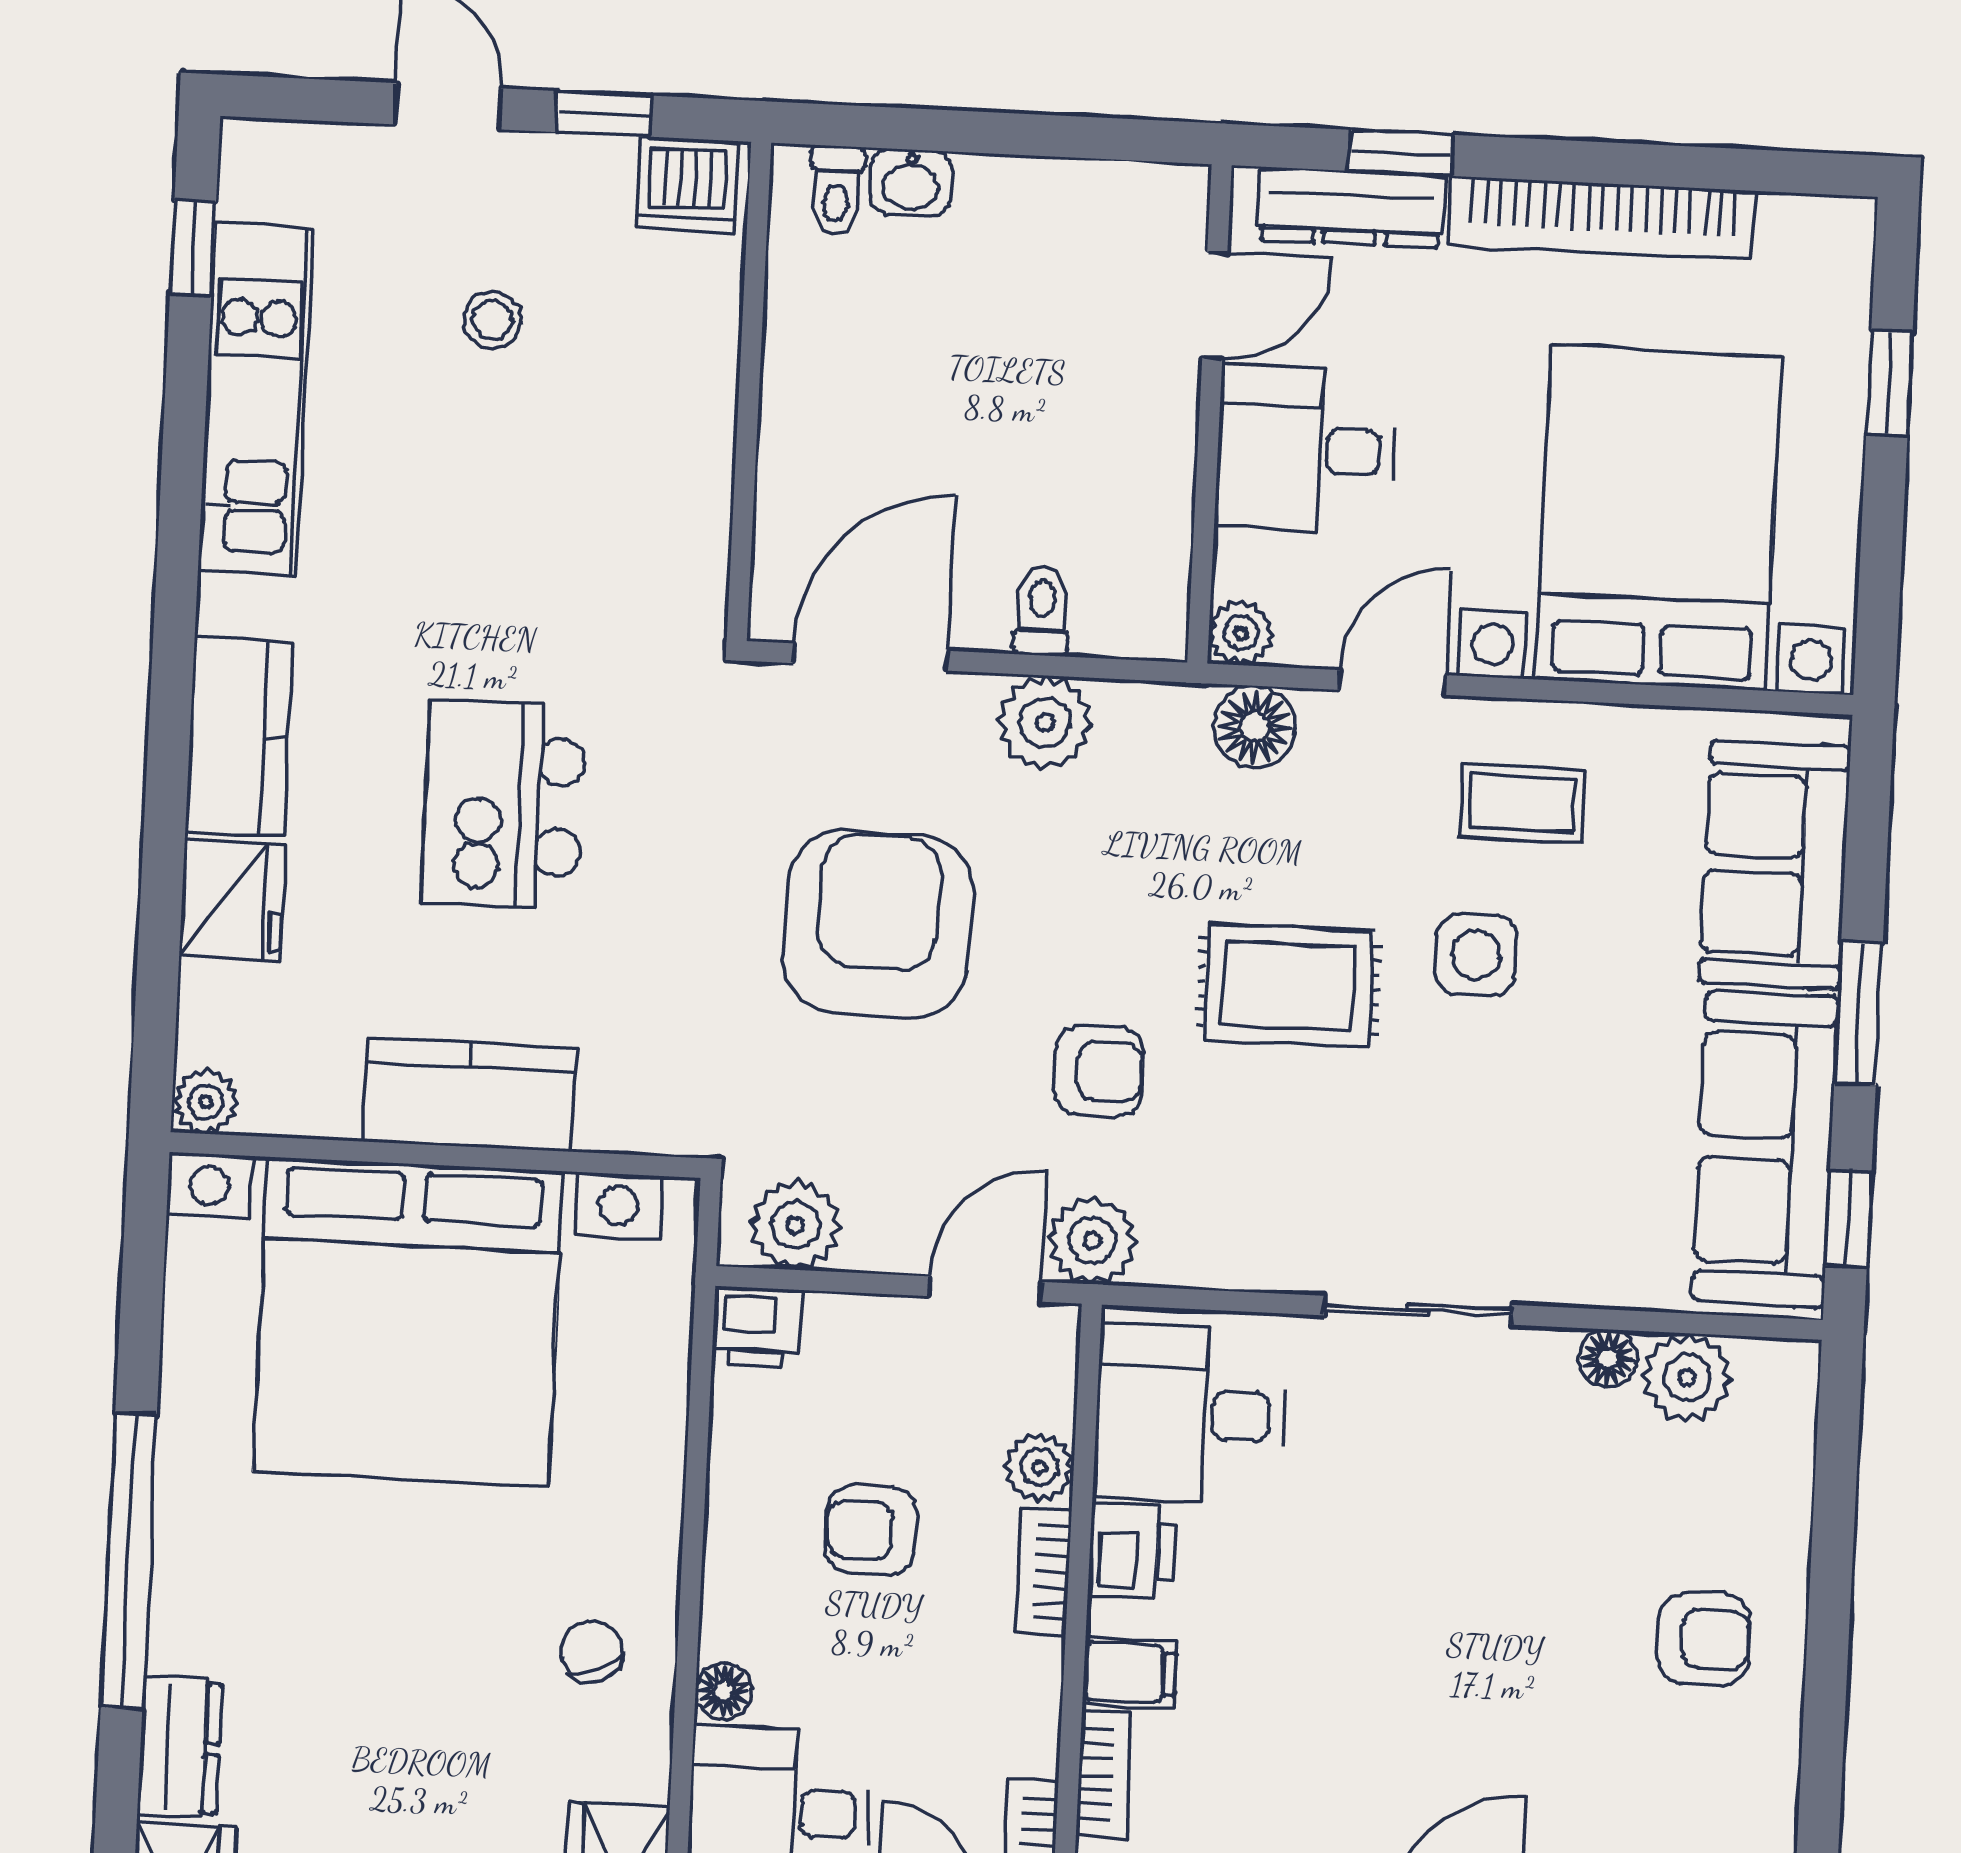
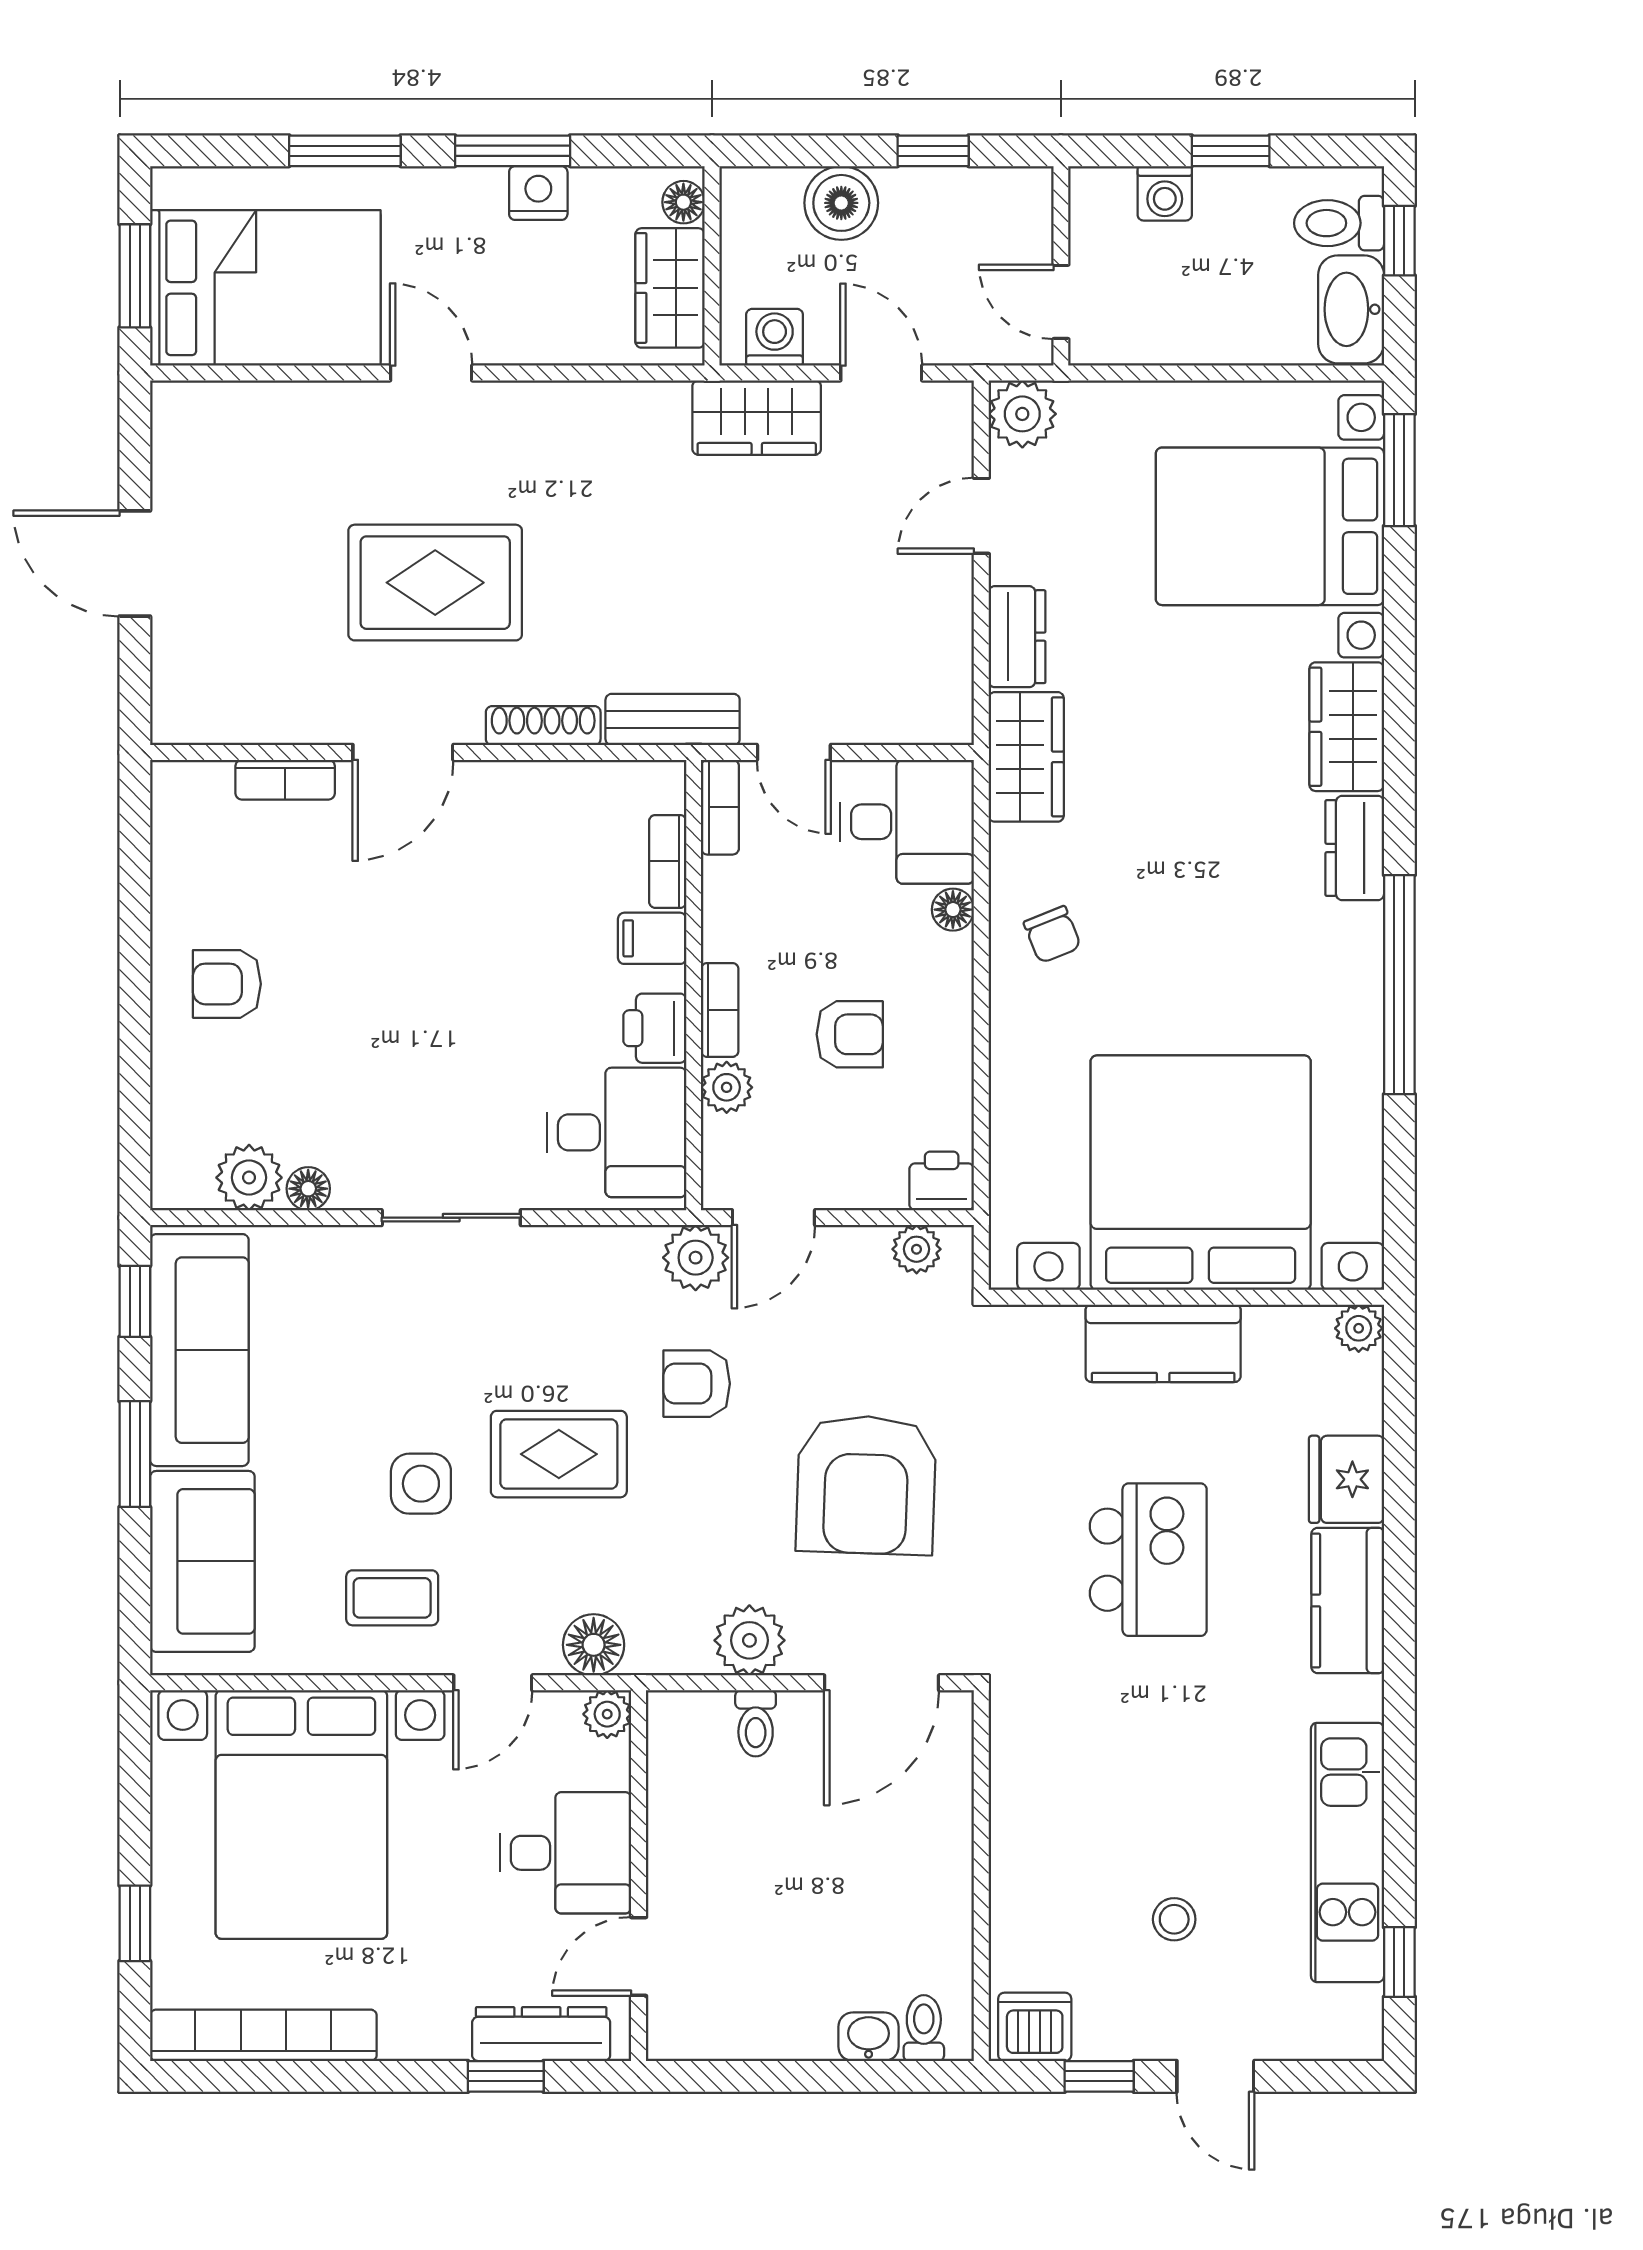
bookcase: (1602, 218) -> (263, 2035), moved
plant: (795, 1225) -> (917, 1249), width x0.73, depth x0.73

